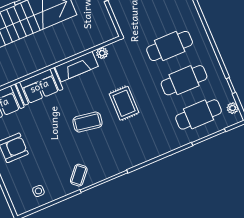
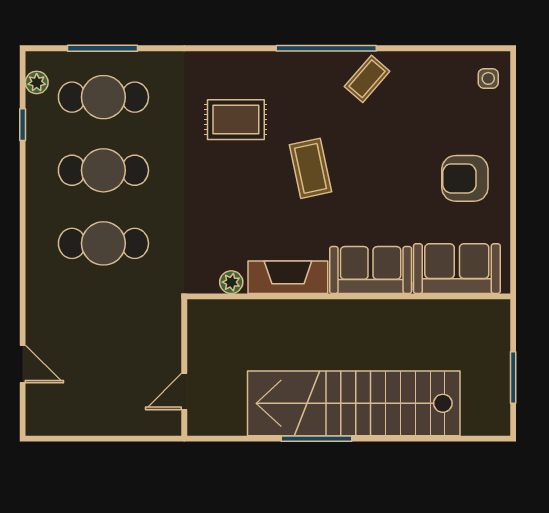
rug: (124, 103) -> (236, 120), moved, turned 90
coffee table: (87, 122) -> (311, 168), turned 69
side table: (38, 191) -> (488, 78), moved

